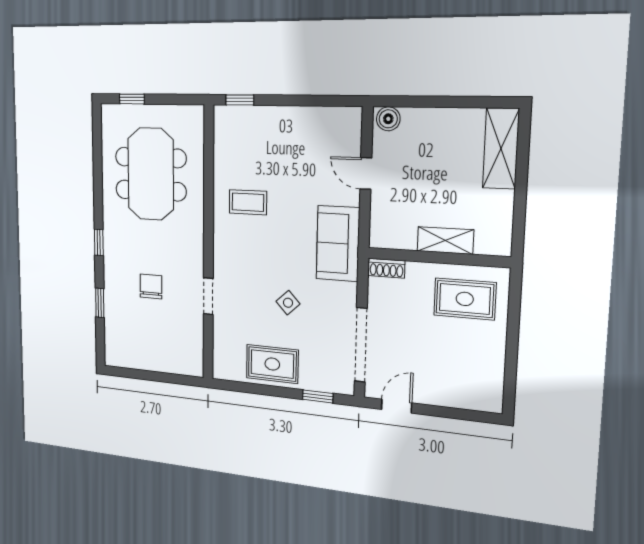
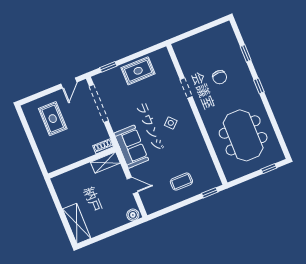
coffee table: (248, 202) -> (181, 182), moved
shelving: (445, 240) -> (105, 163), moved
rug: (465, 299) -> (53, 119), moved, turned 90
side table: (288, 303) -> (171, 123), moved

